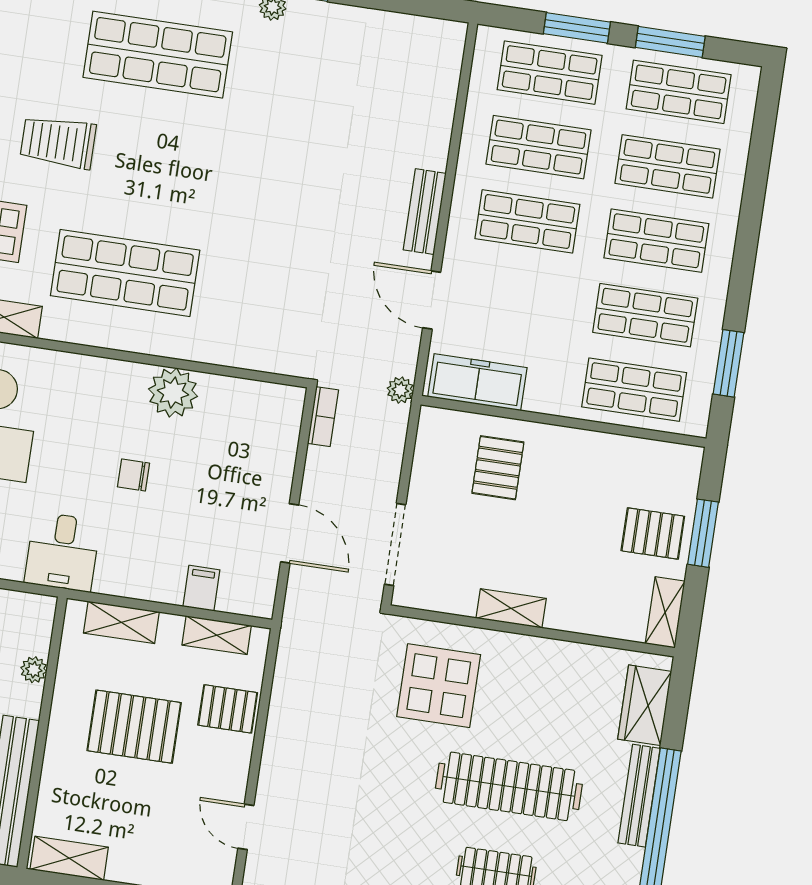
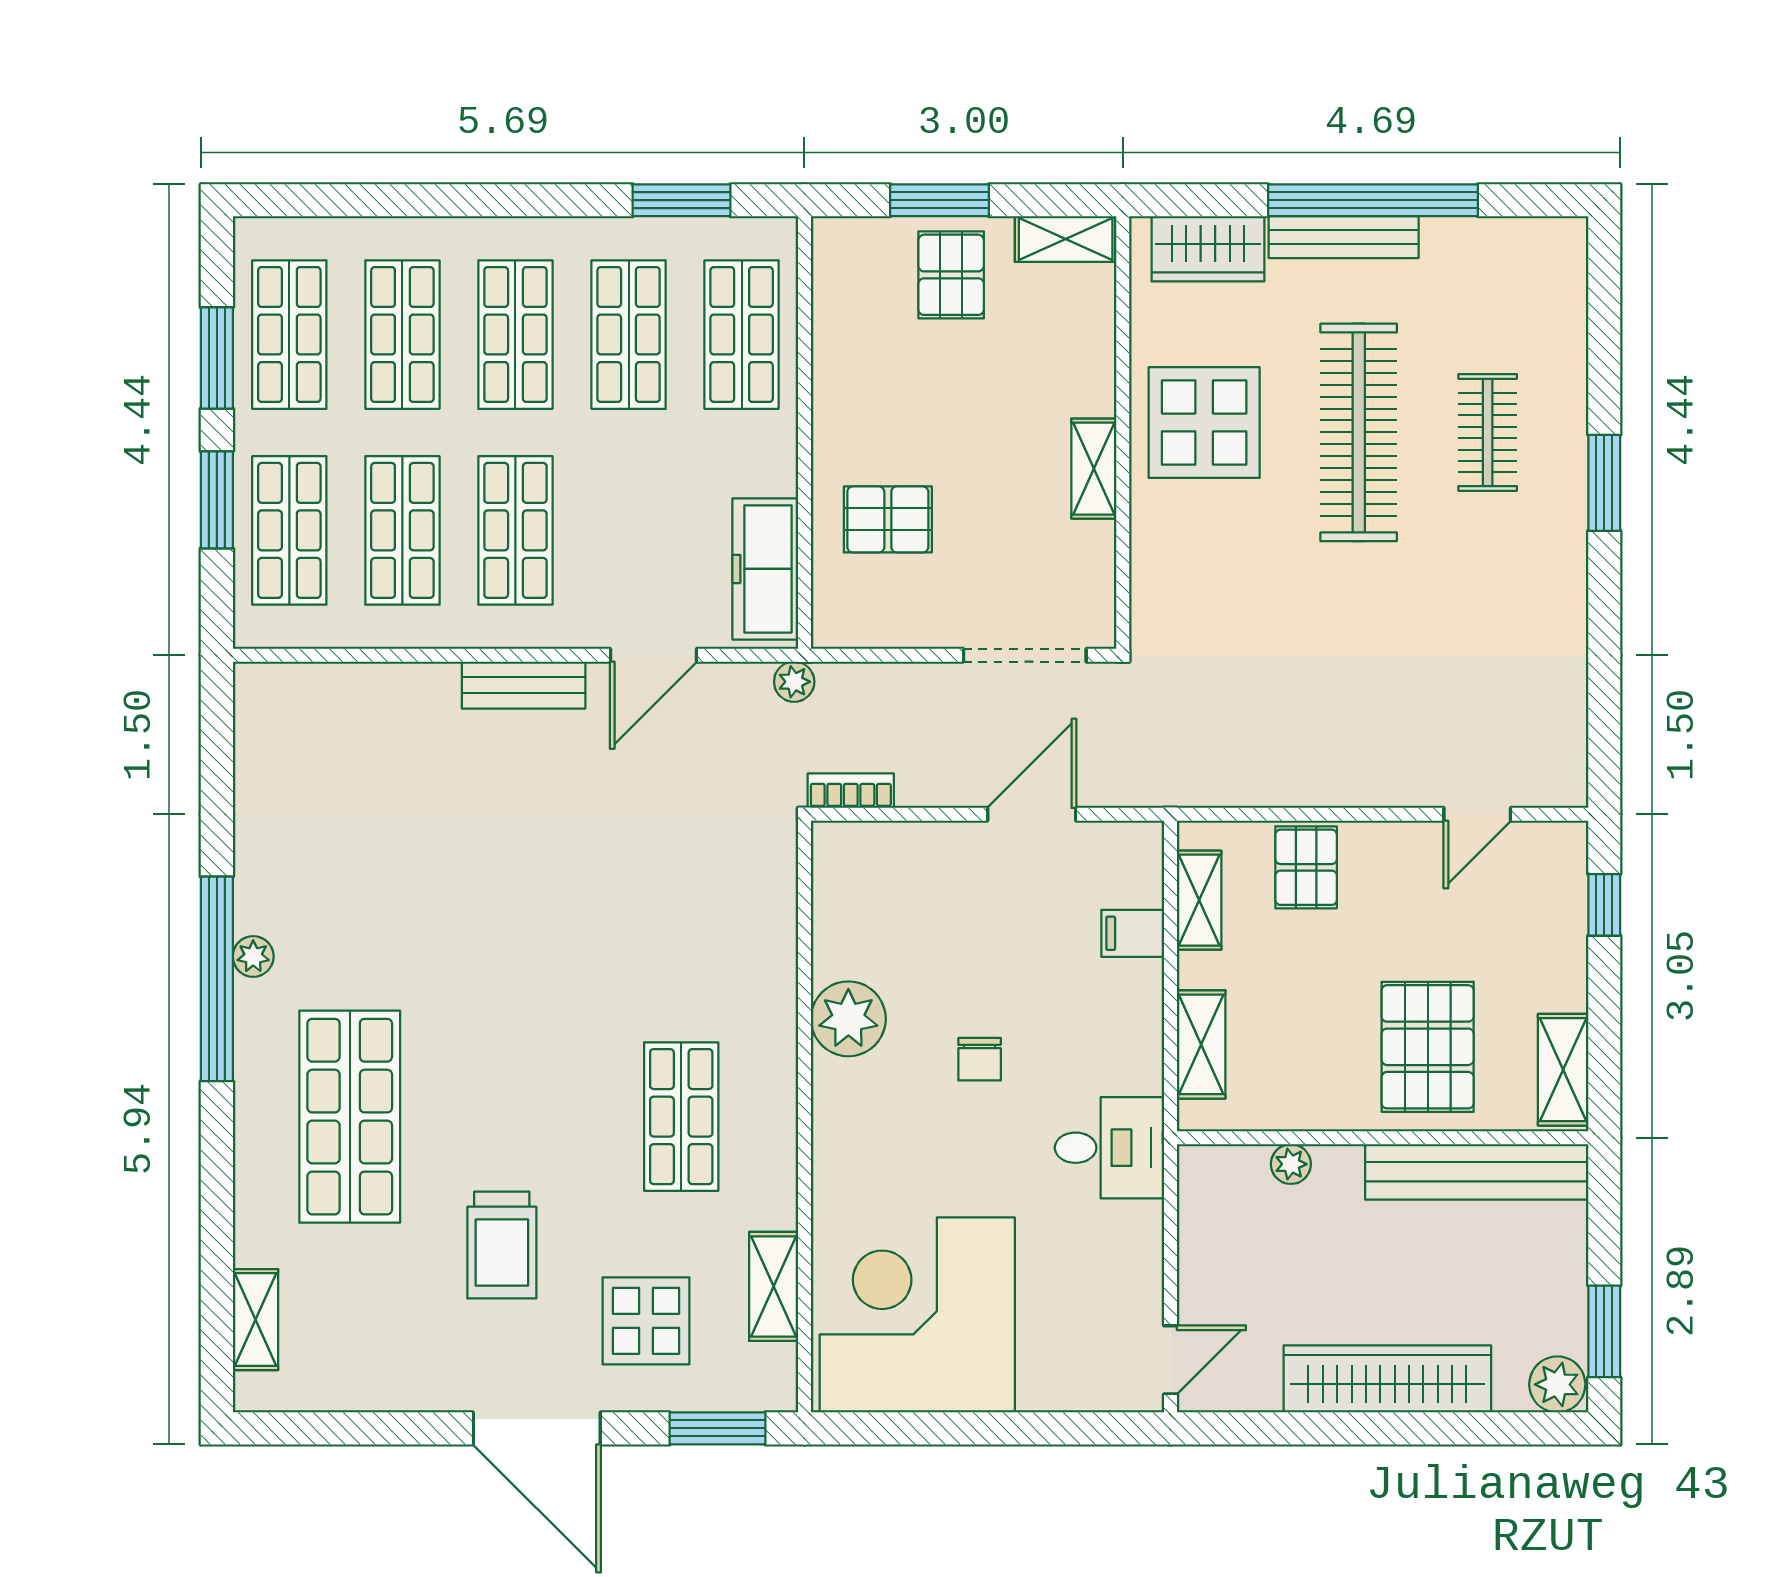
shop shelf: (125, 273) -> (681, 1117), width x0.70, depth x0.74
display table: (439, 686) -> (1204, 422), moved
pallet: (134, 727) -> (1428, 1047), moved

